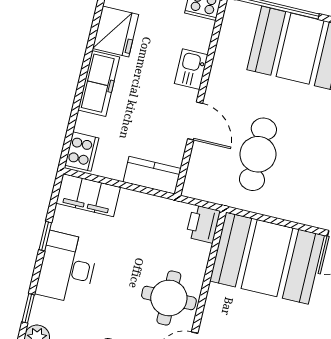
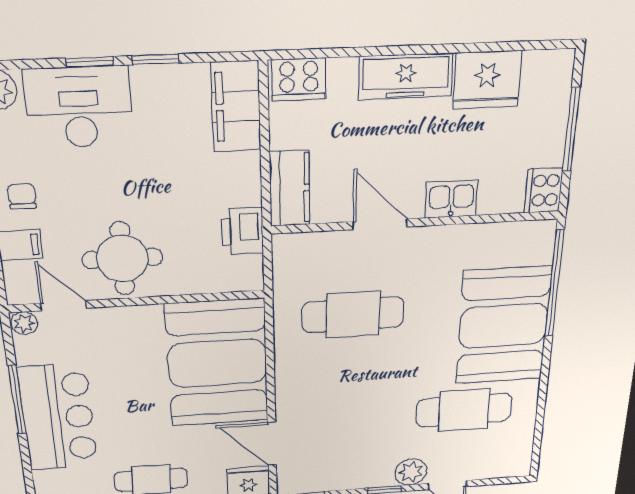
door: (195, 121) -> (380, 224), swing flipped
printer: (203, 224) -> (243, 231), moved, turned -90
desk: (67, 268) -> (79, 107), moved
window: (28, 308) -> (90, 62), moved

